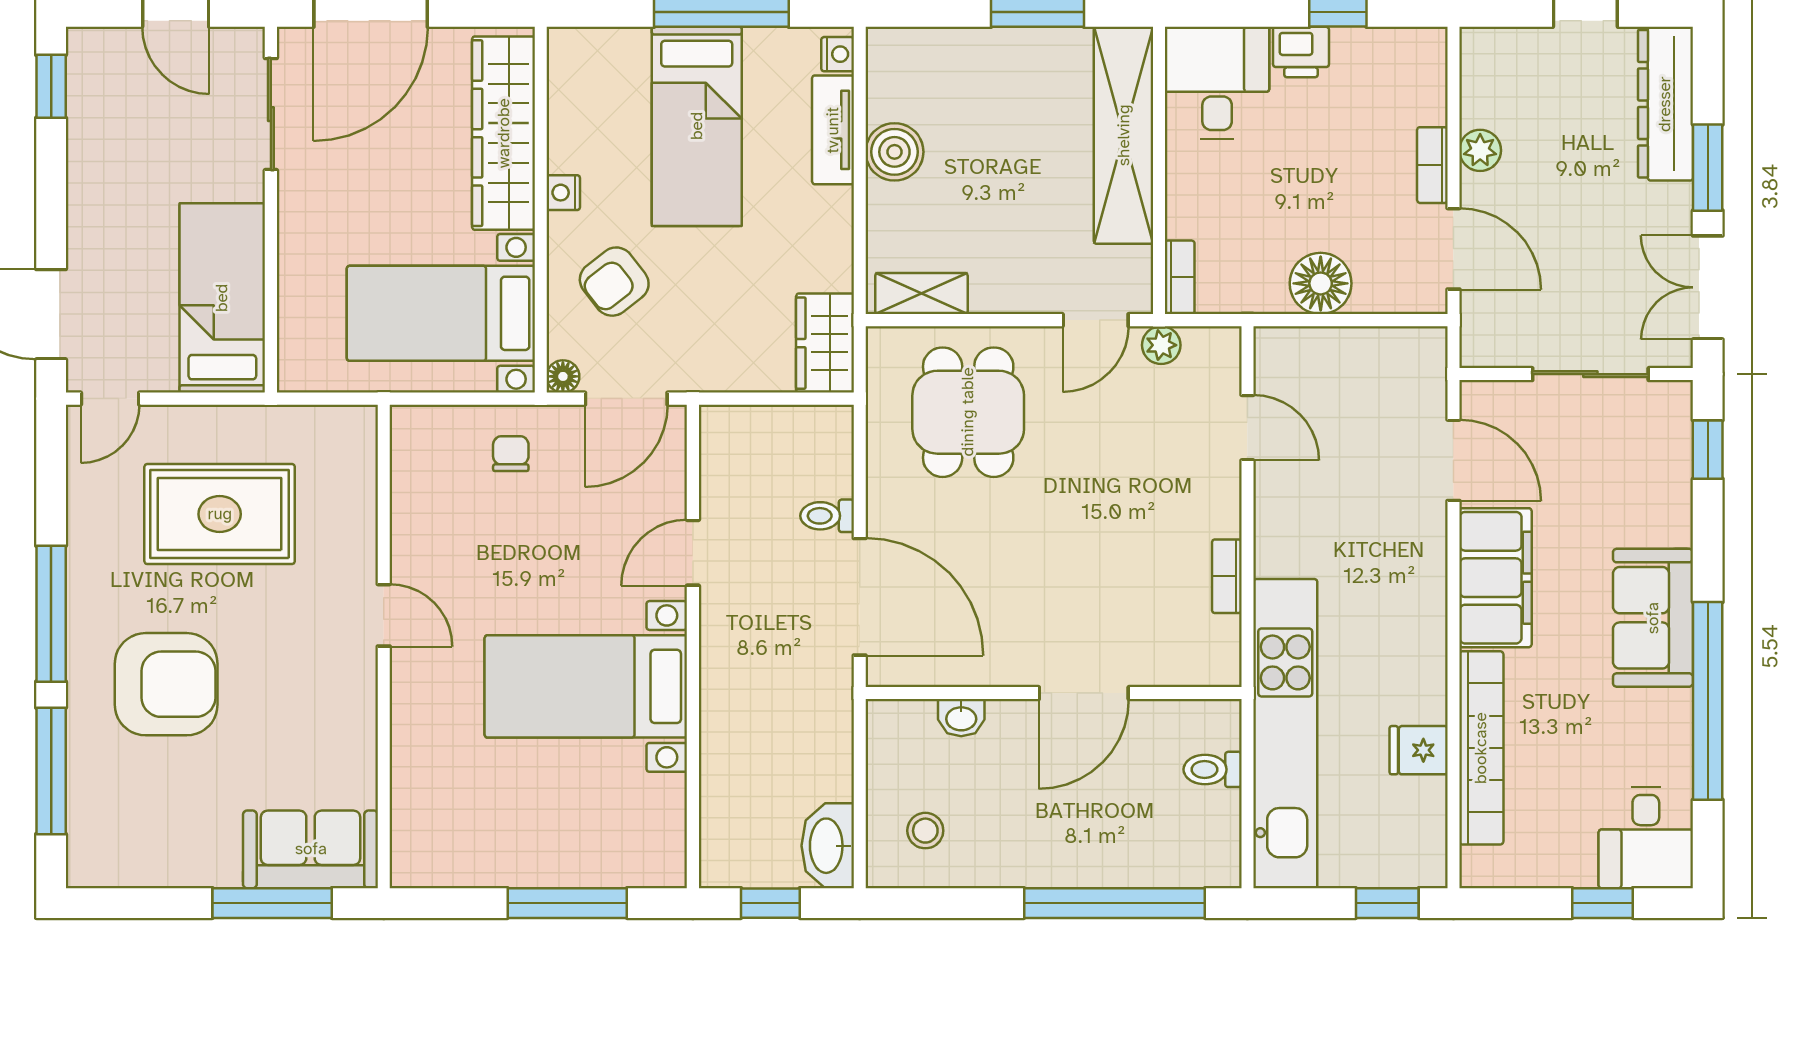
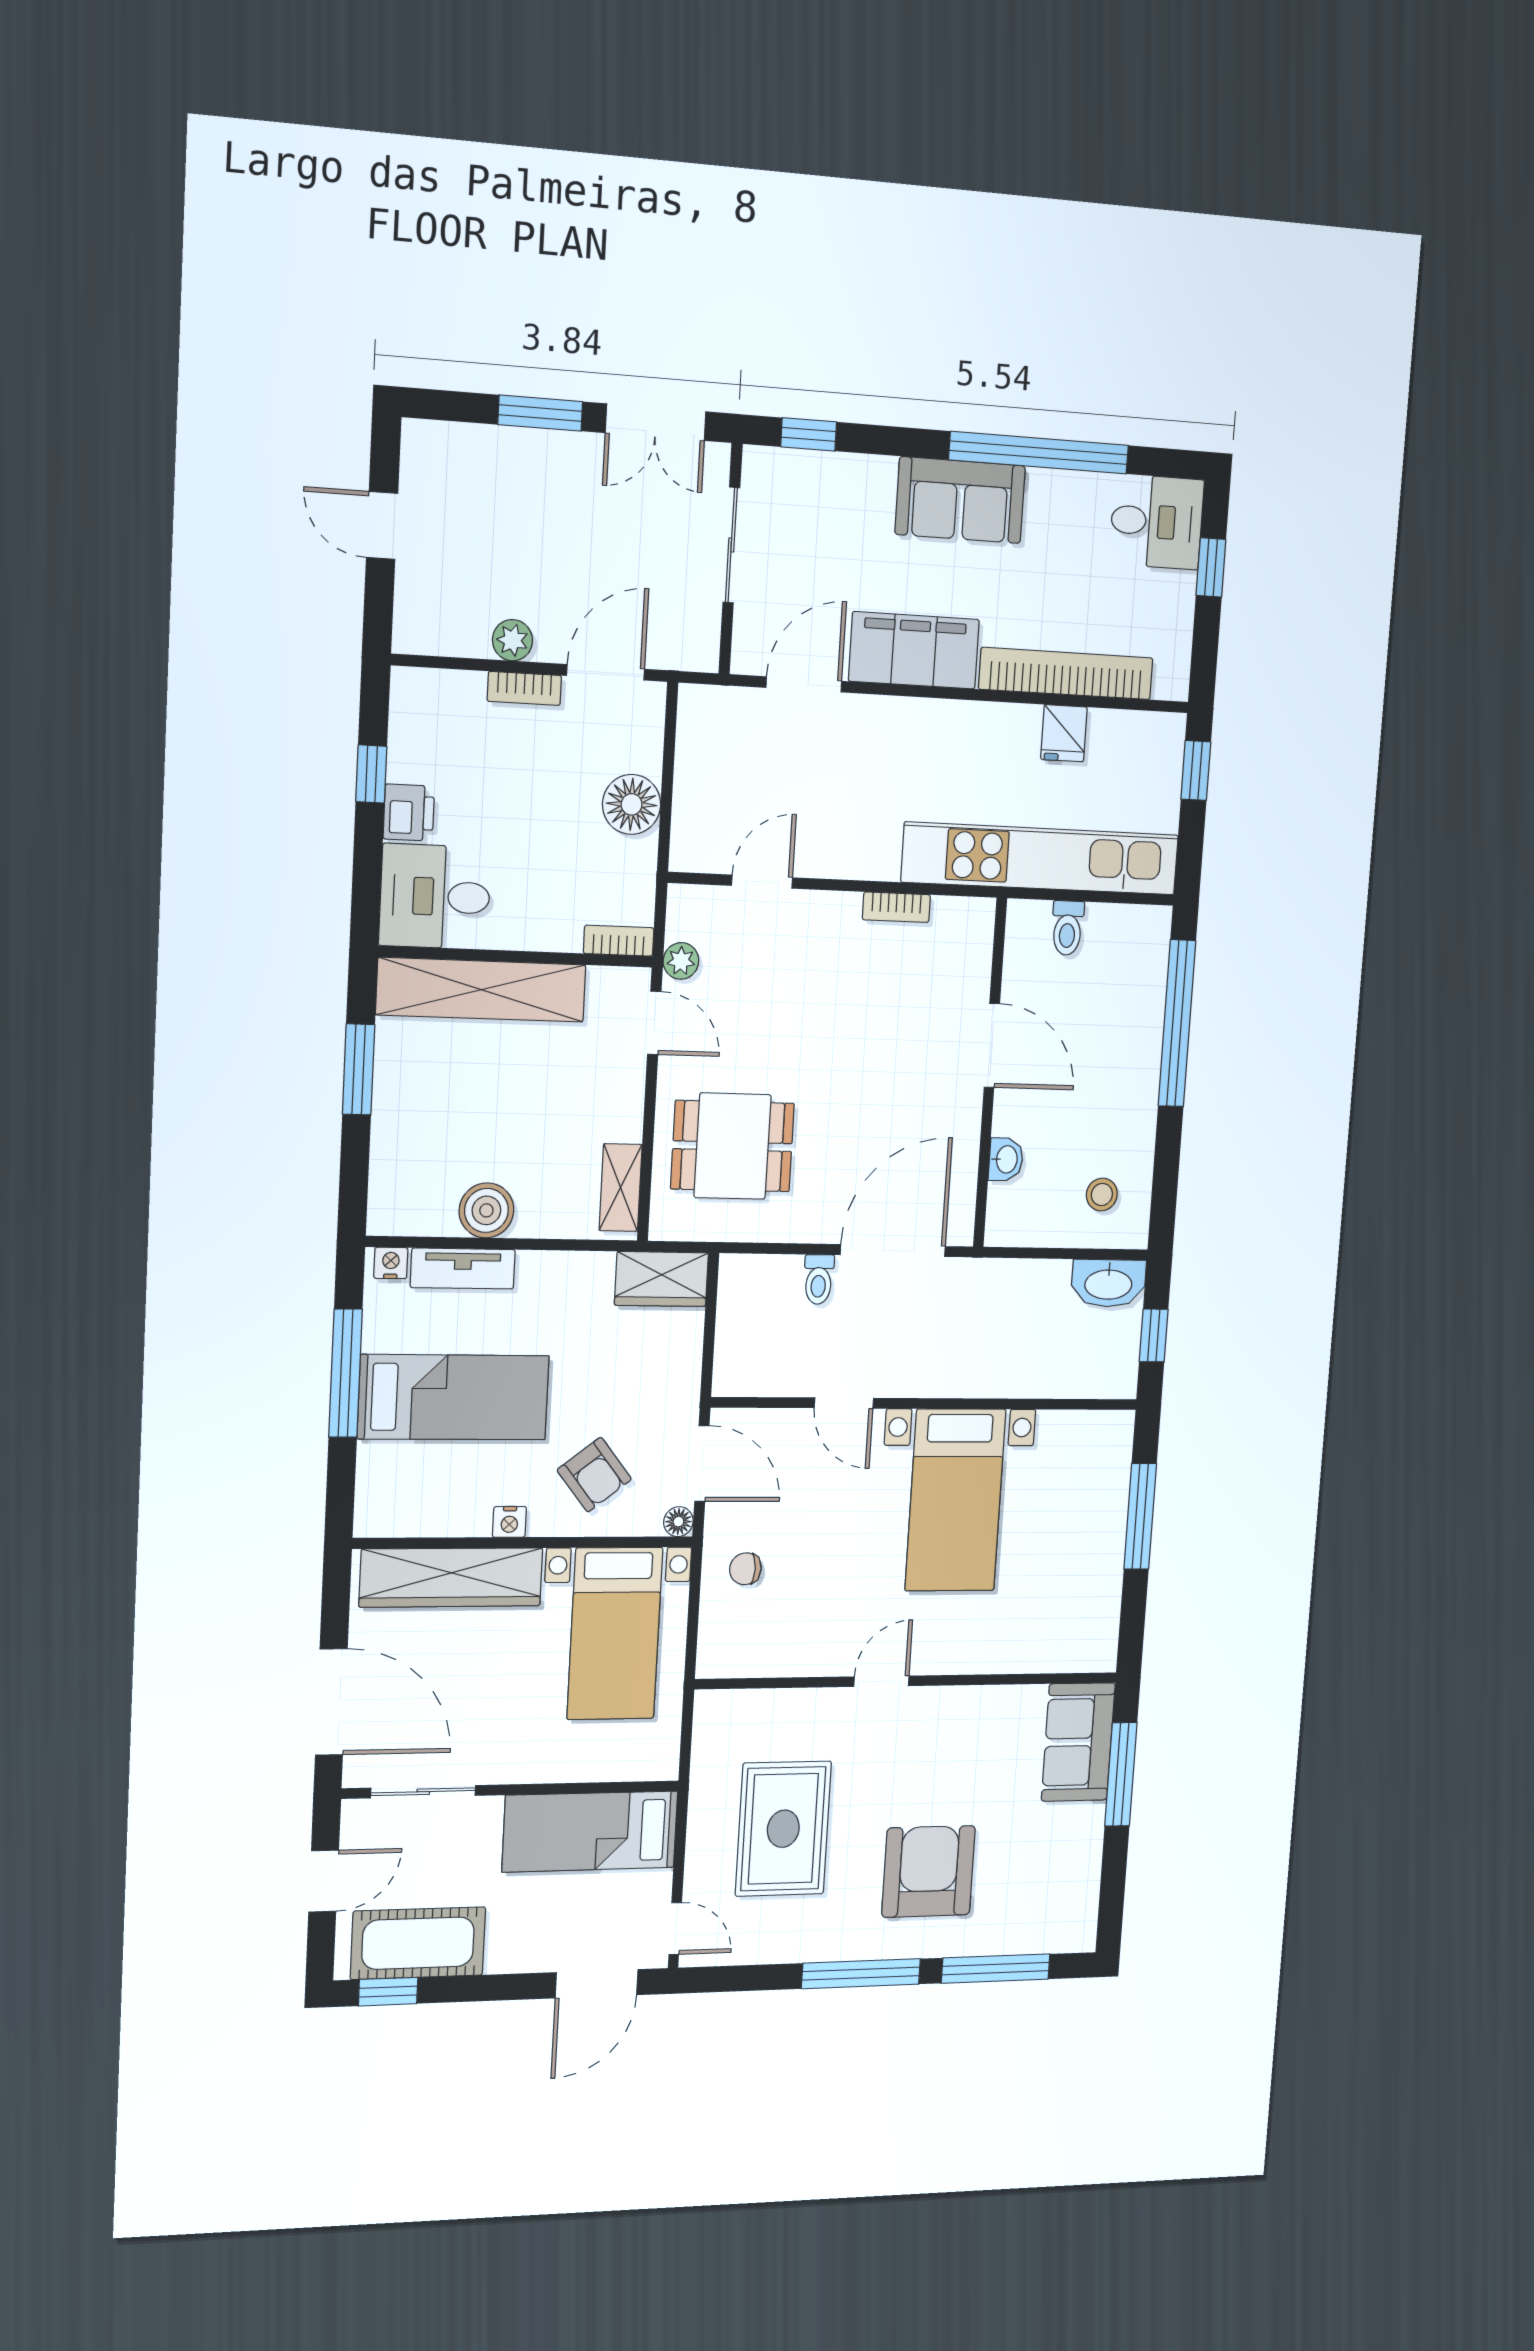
dresser: (1665, 104) -> (476, 451), removed
cot: (104, 116) -> (418, 1943), added

